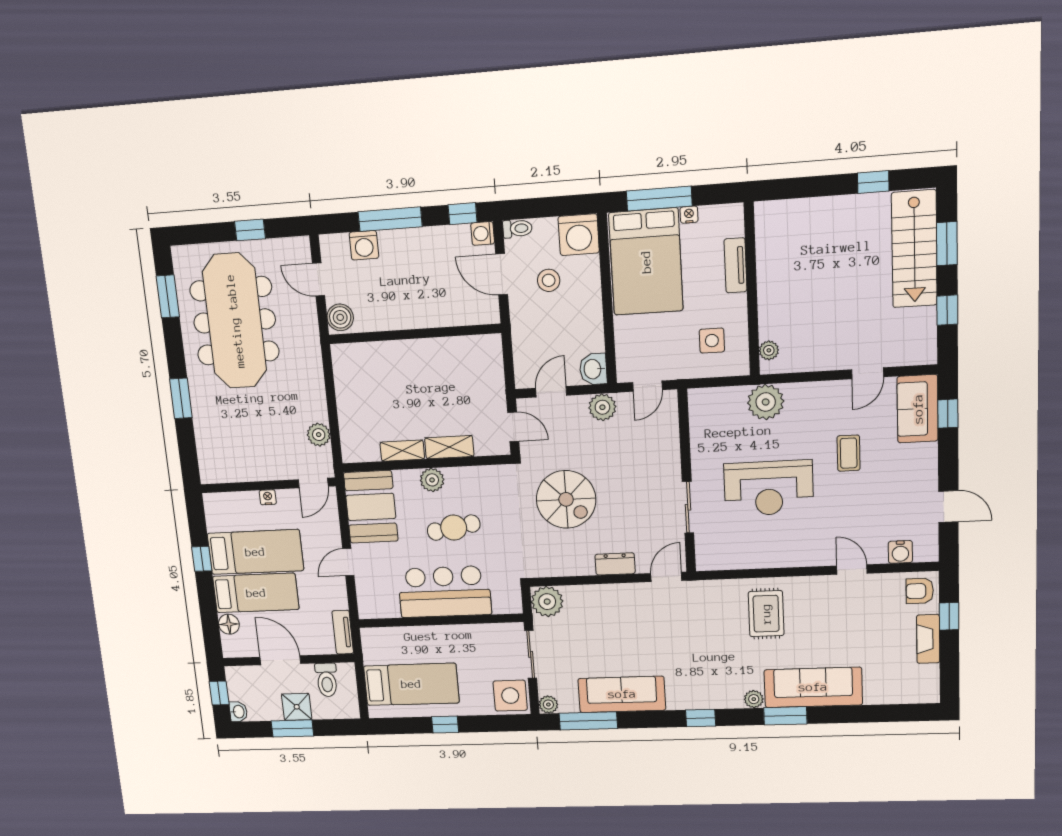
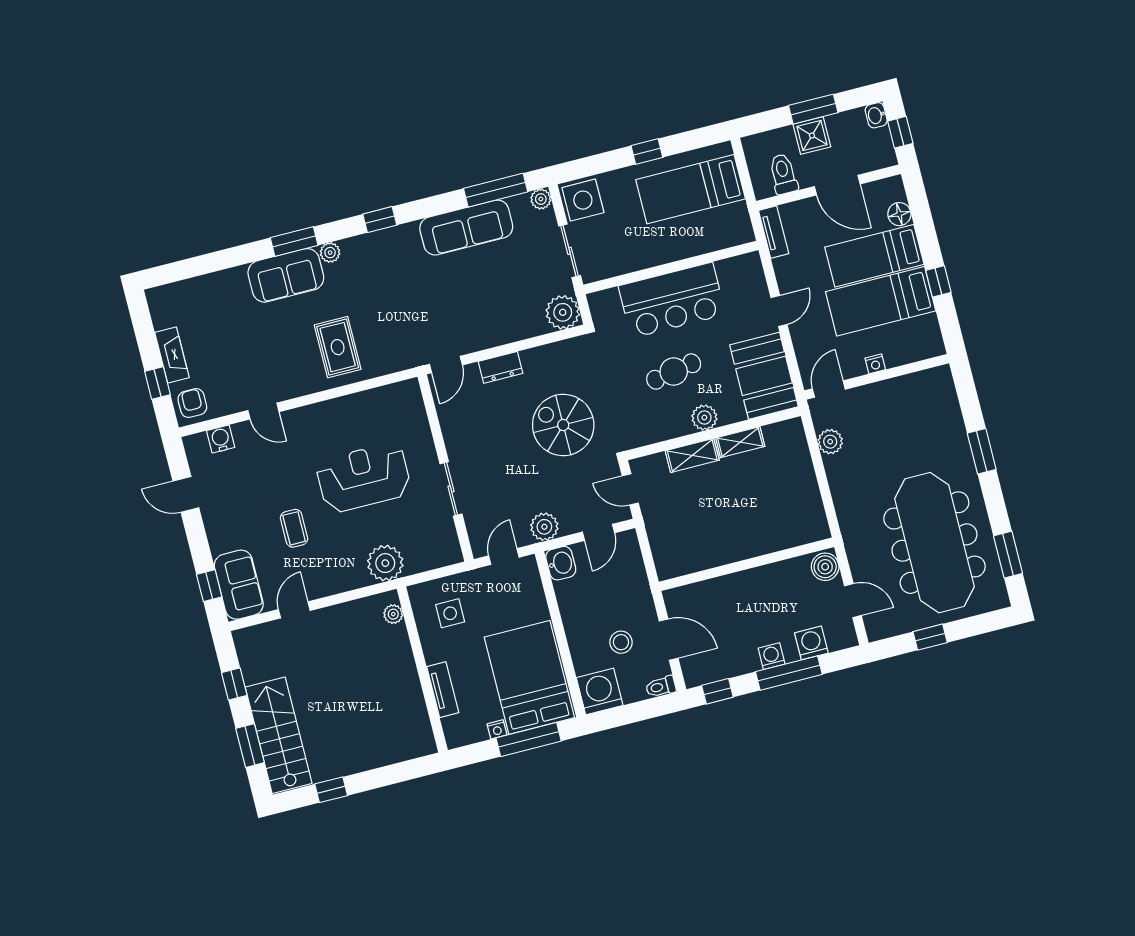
washing machine: (483, 233) -> (772, 656), moved, turned -90
sliding door: (688, 507) -> (451, 489), moved
armchair: (920, 591) -> (192, 403), turned -90
sofa: (813, 687) -> (286, 275), width x0.73

